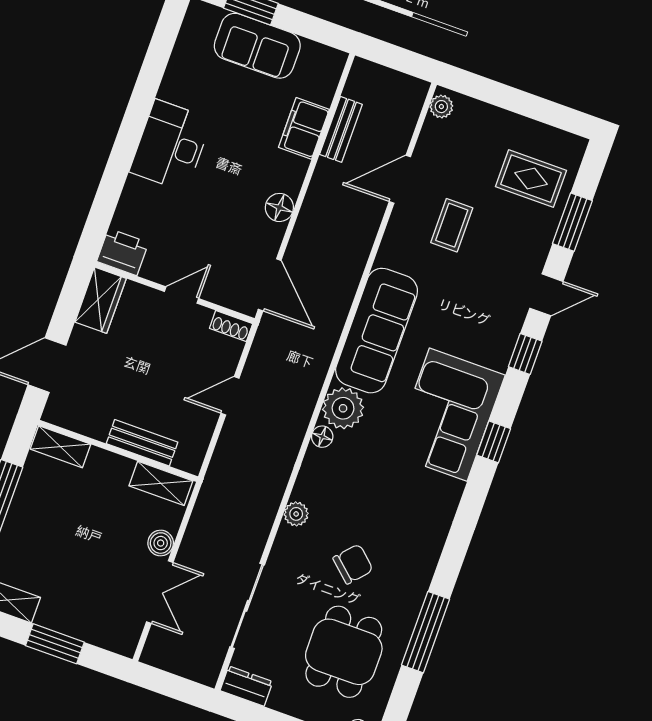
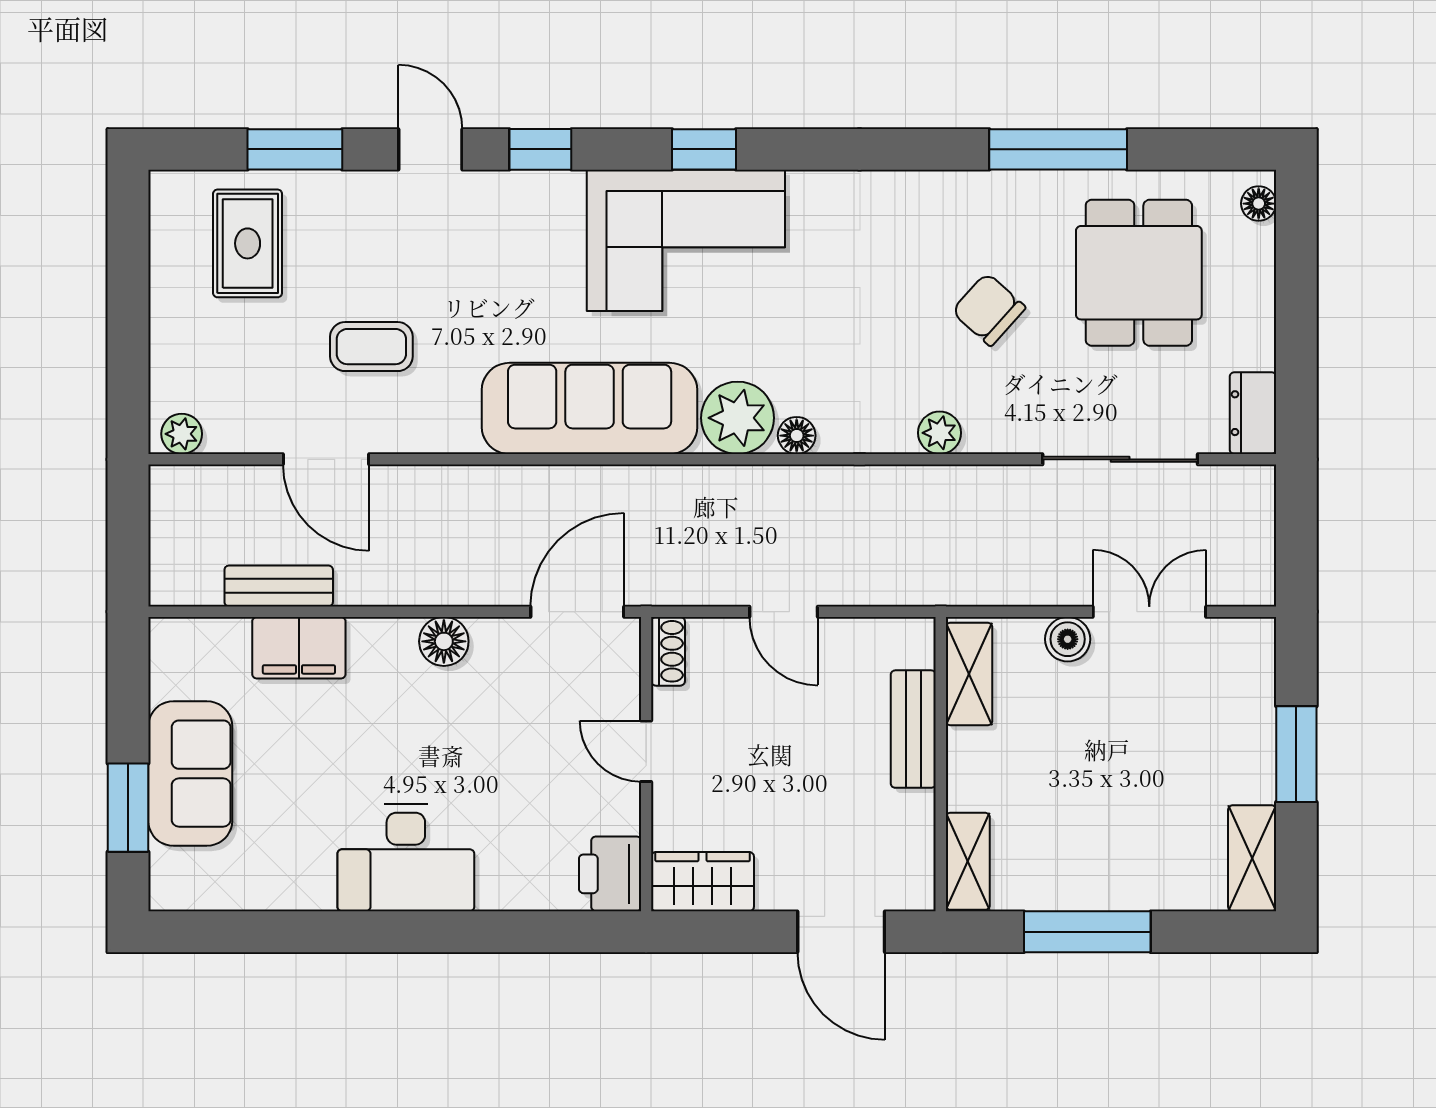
dining table: (344, 652) -> (1139, 273), turned 90

